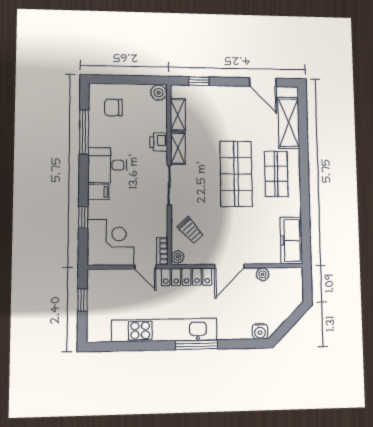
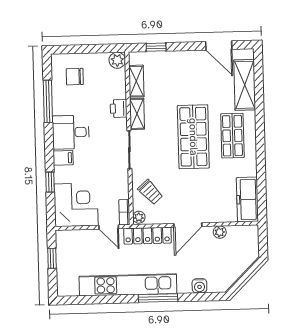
water cooler: (260, 331) -> (199, 286), moved

